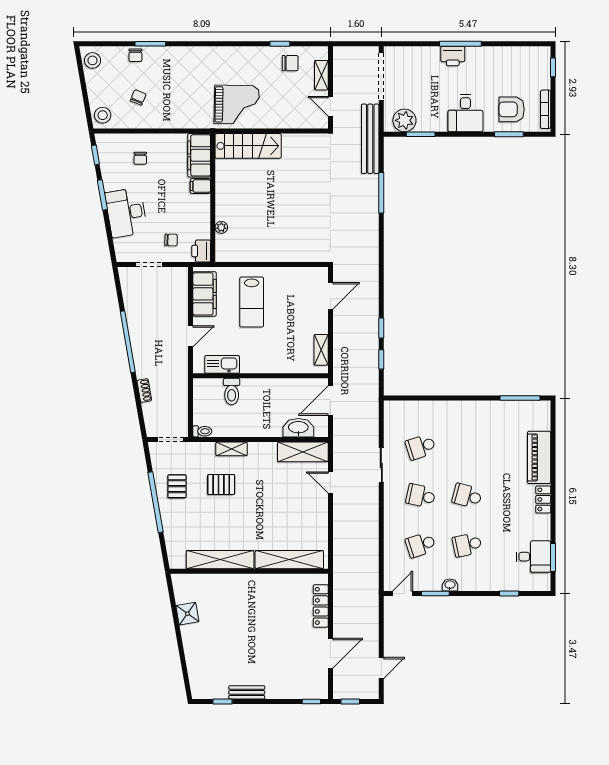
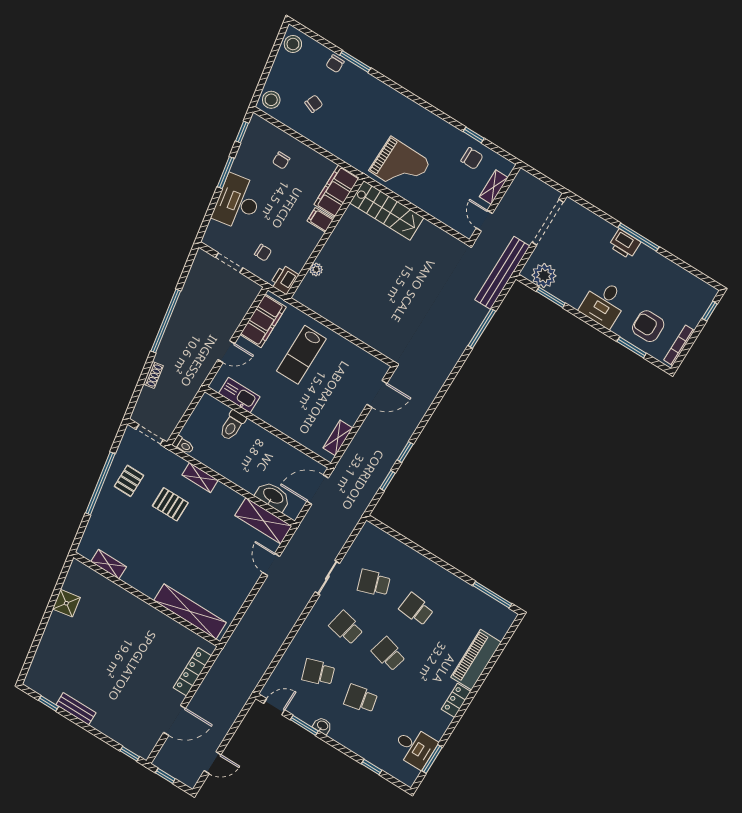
school desk: (467, 447) -> (416, 609), added
shelving: (220, 560) -> (109, 564), width x0.45, depth x0.75

